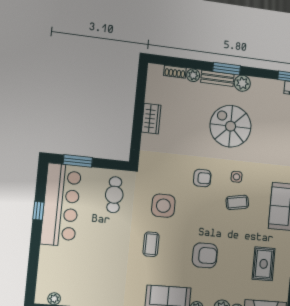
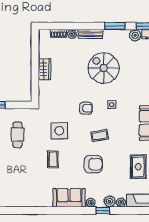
window: (227, 69) -> (115, 26), moved
plant: (242, 83) -> (135, 35), moved
cafe table: (114, 195) -> (17, 135), moved
coffee table: (237, 202) -> (100, 136), moved

